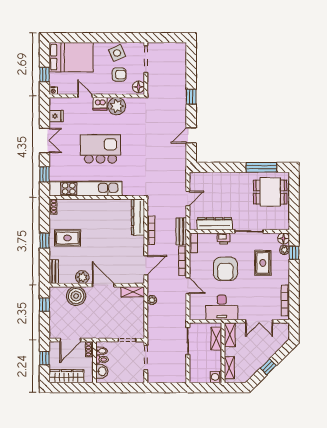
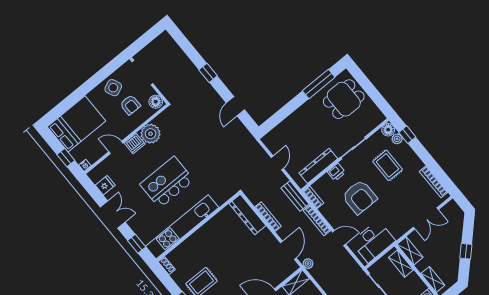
armchair: (119, 75) -> (130, 105), turned 90
plant: (152, 300) -> (308, 264), moved
desk: (222, 307) -> (373, 241), moved

